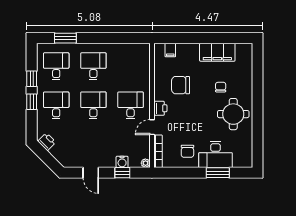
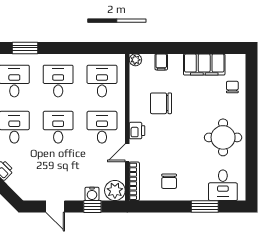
plant: (159, 48) -> (135, 60), added
filing cabinet: (170, 50) -> (161, 62), moved
desk: (131, 66) -> (102, 81), added
chair: (221, 87) -> (232, 87), moved
desk: (216, 155) -> (223, 185), moved, width x0.73
plant: (145, 163) -> (115, 190), width x1.88, depth x1.88

